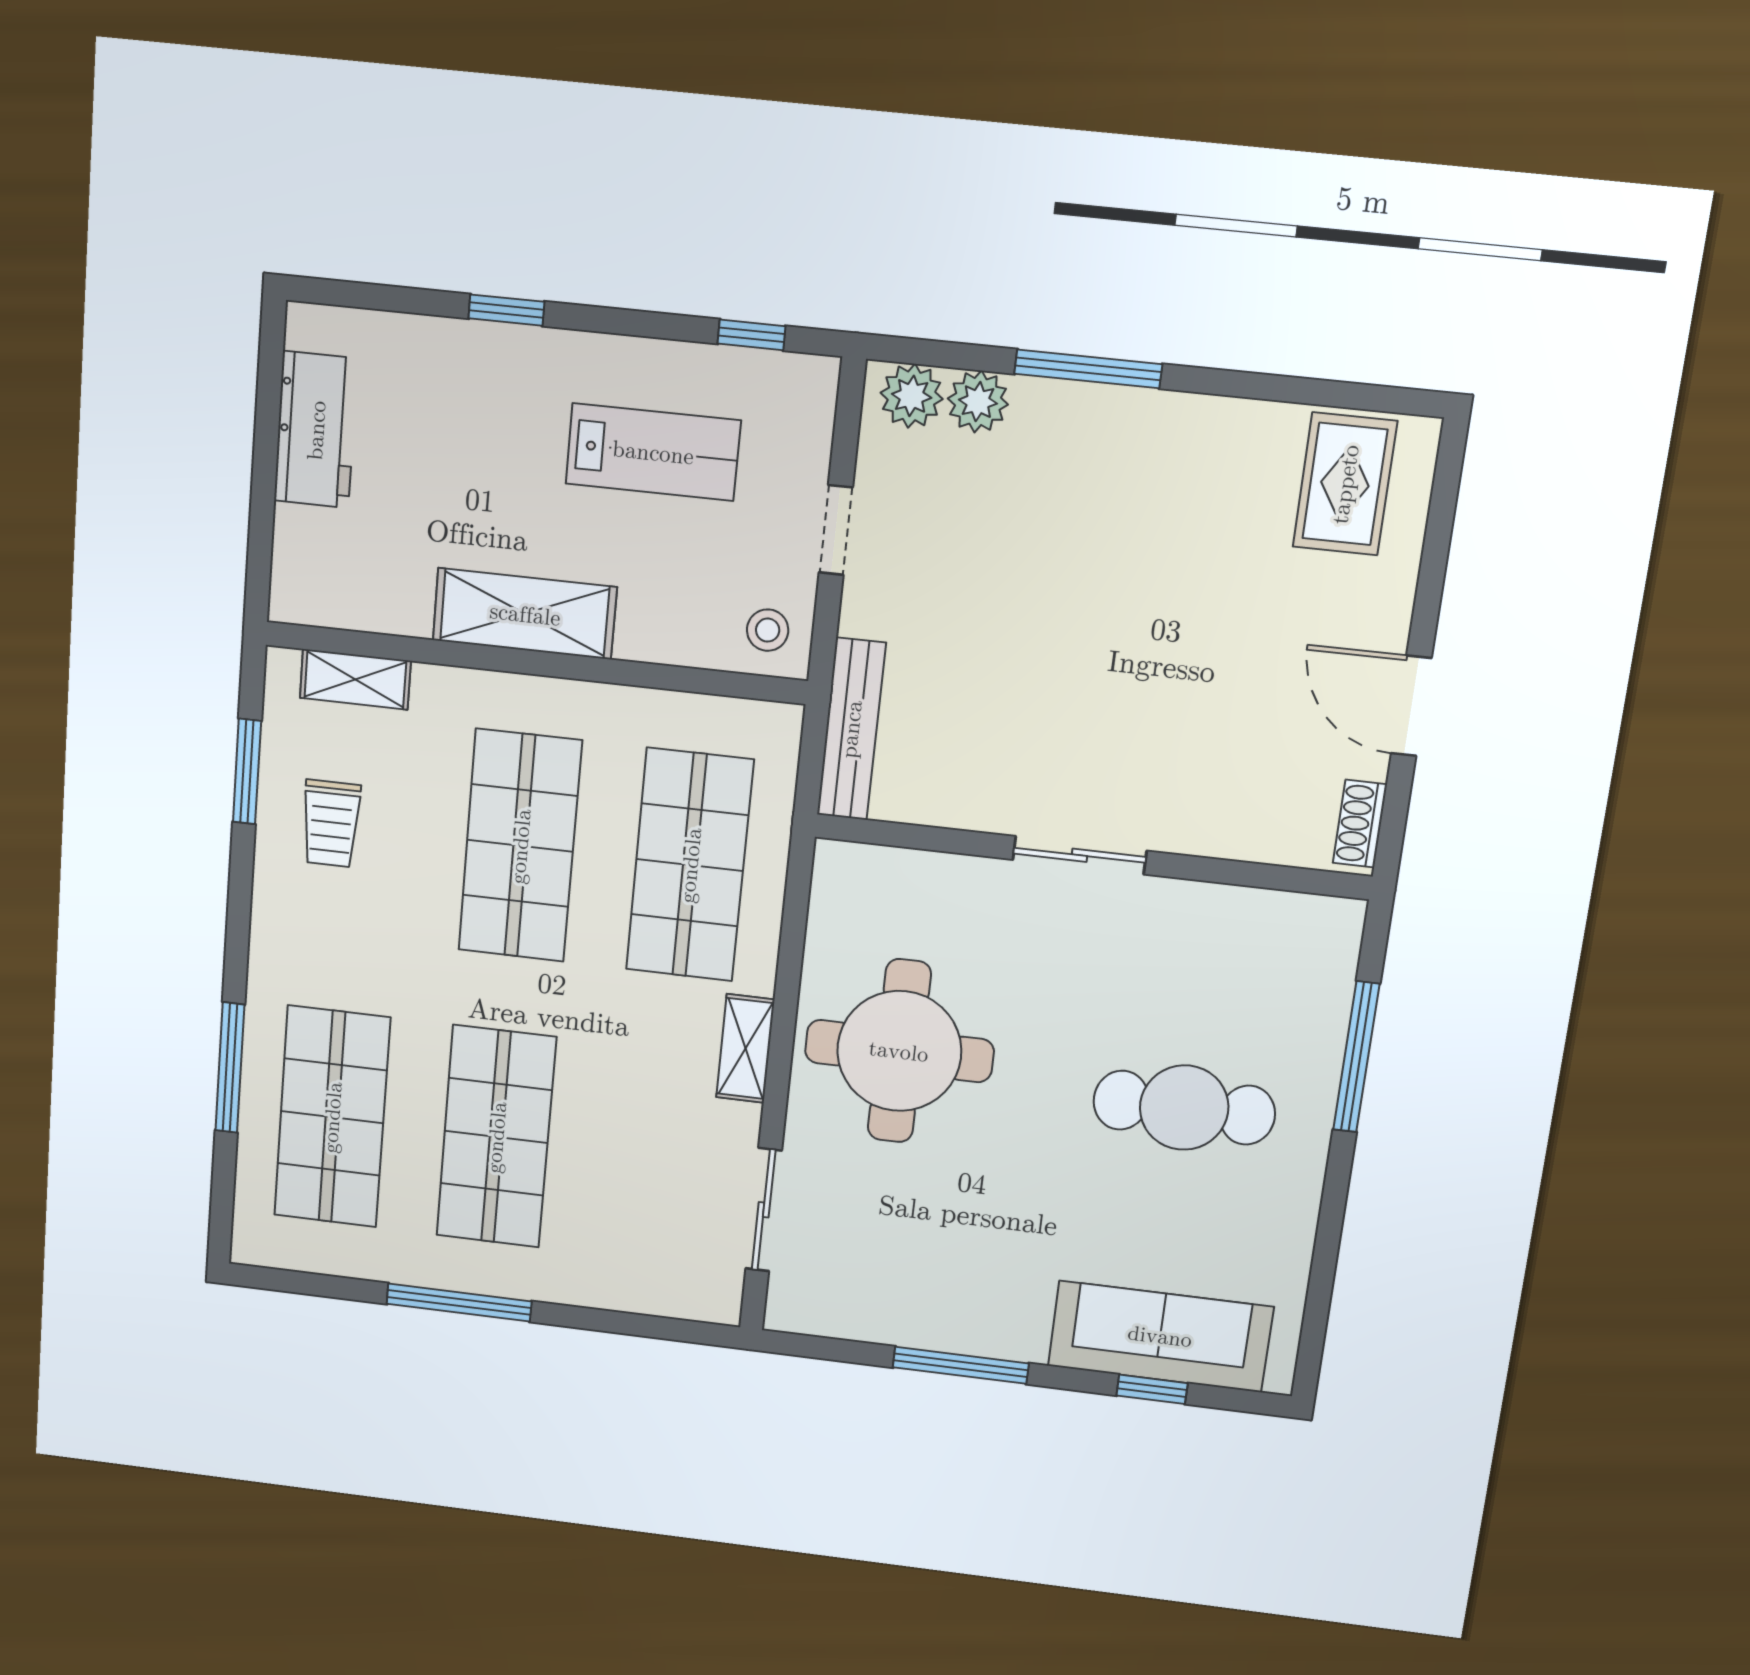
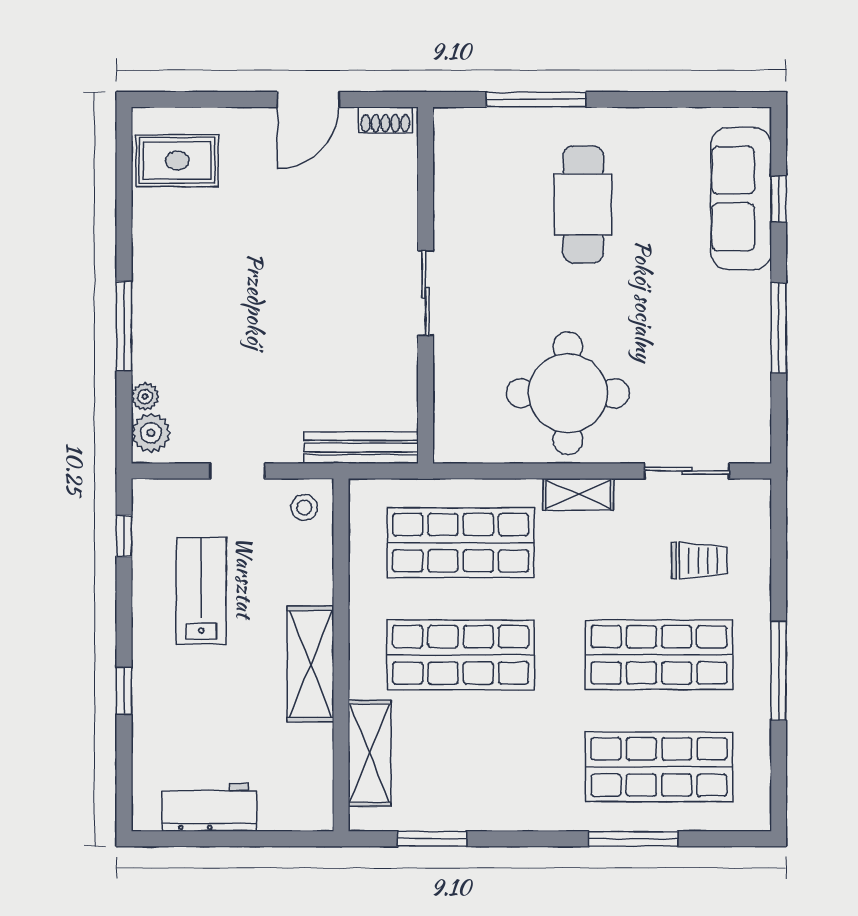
plant: (978, 402) -> (145, 397), width x0.73, depth x0.73
shelving: (355, 679) -> (370, 753), width x1.50, depth x1.33
trolley: (331, 824) -> (699, 561), moved

